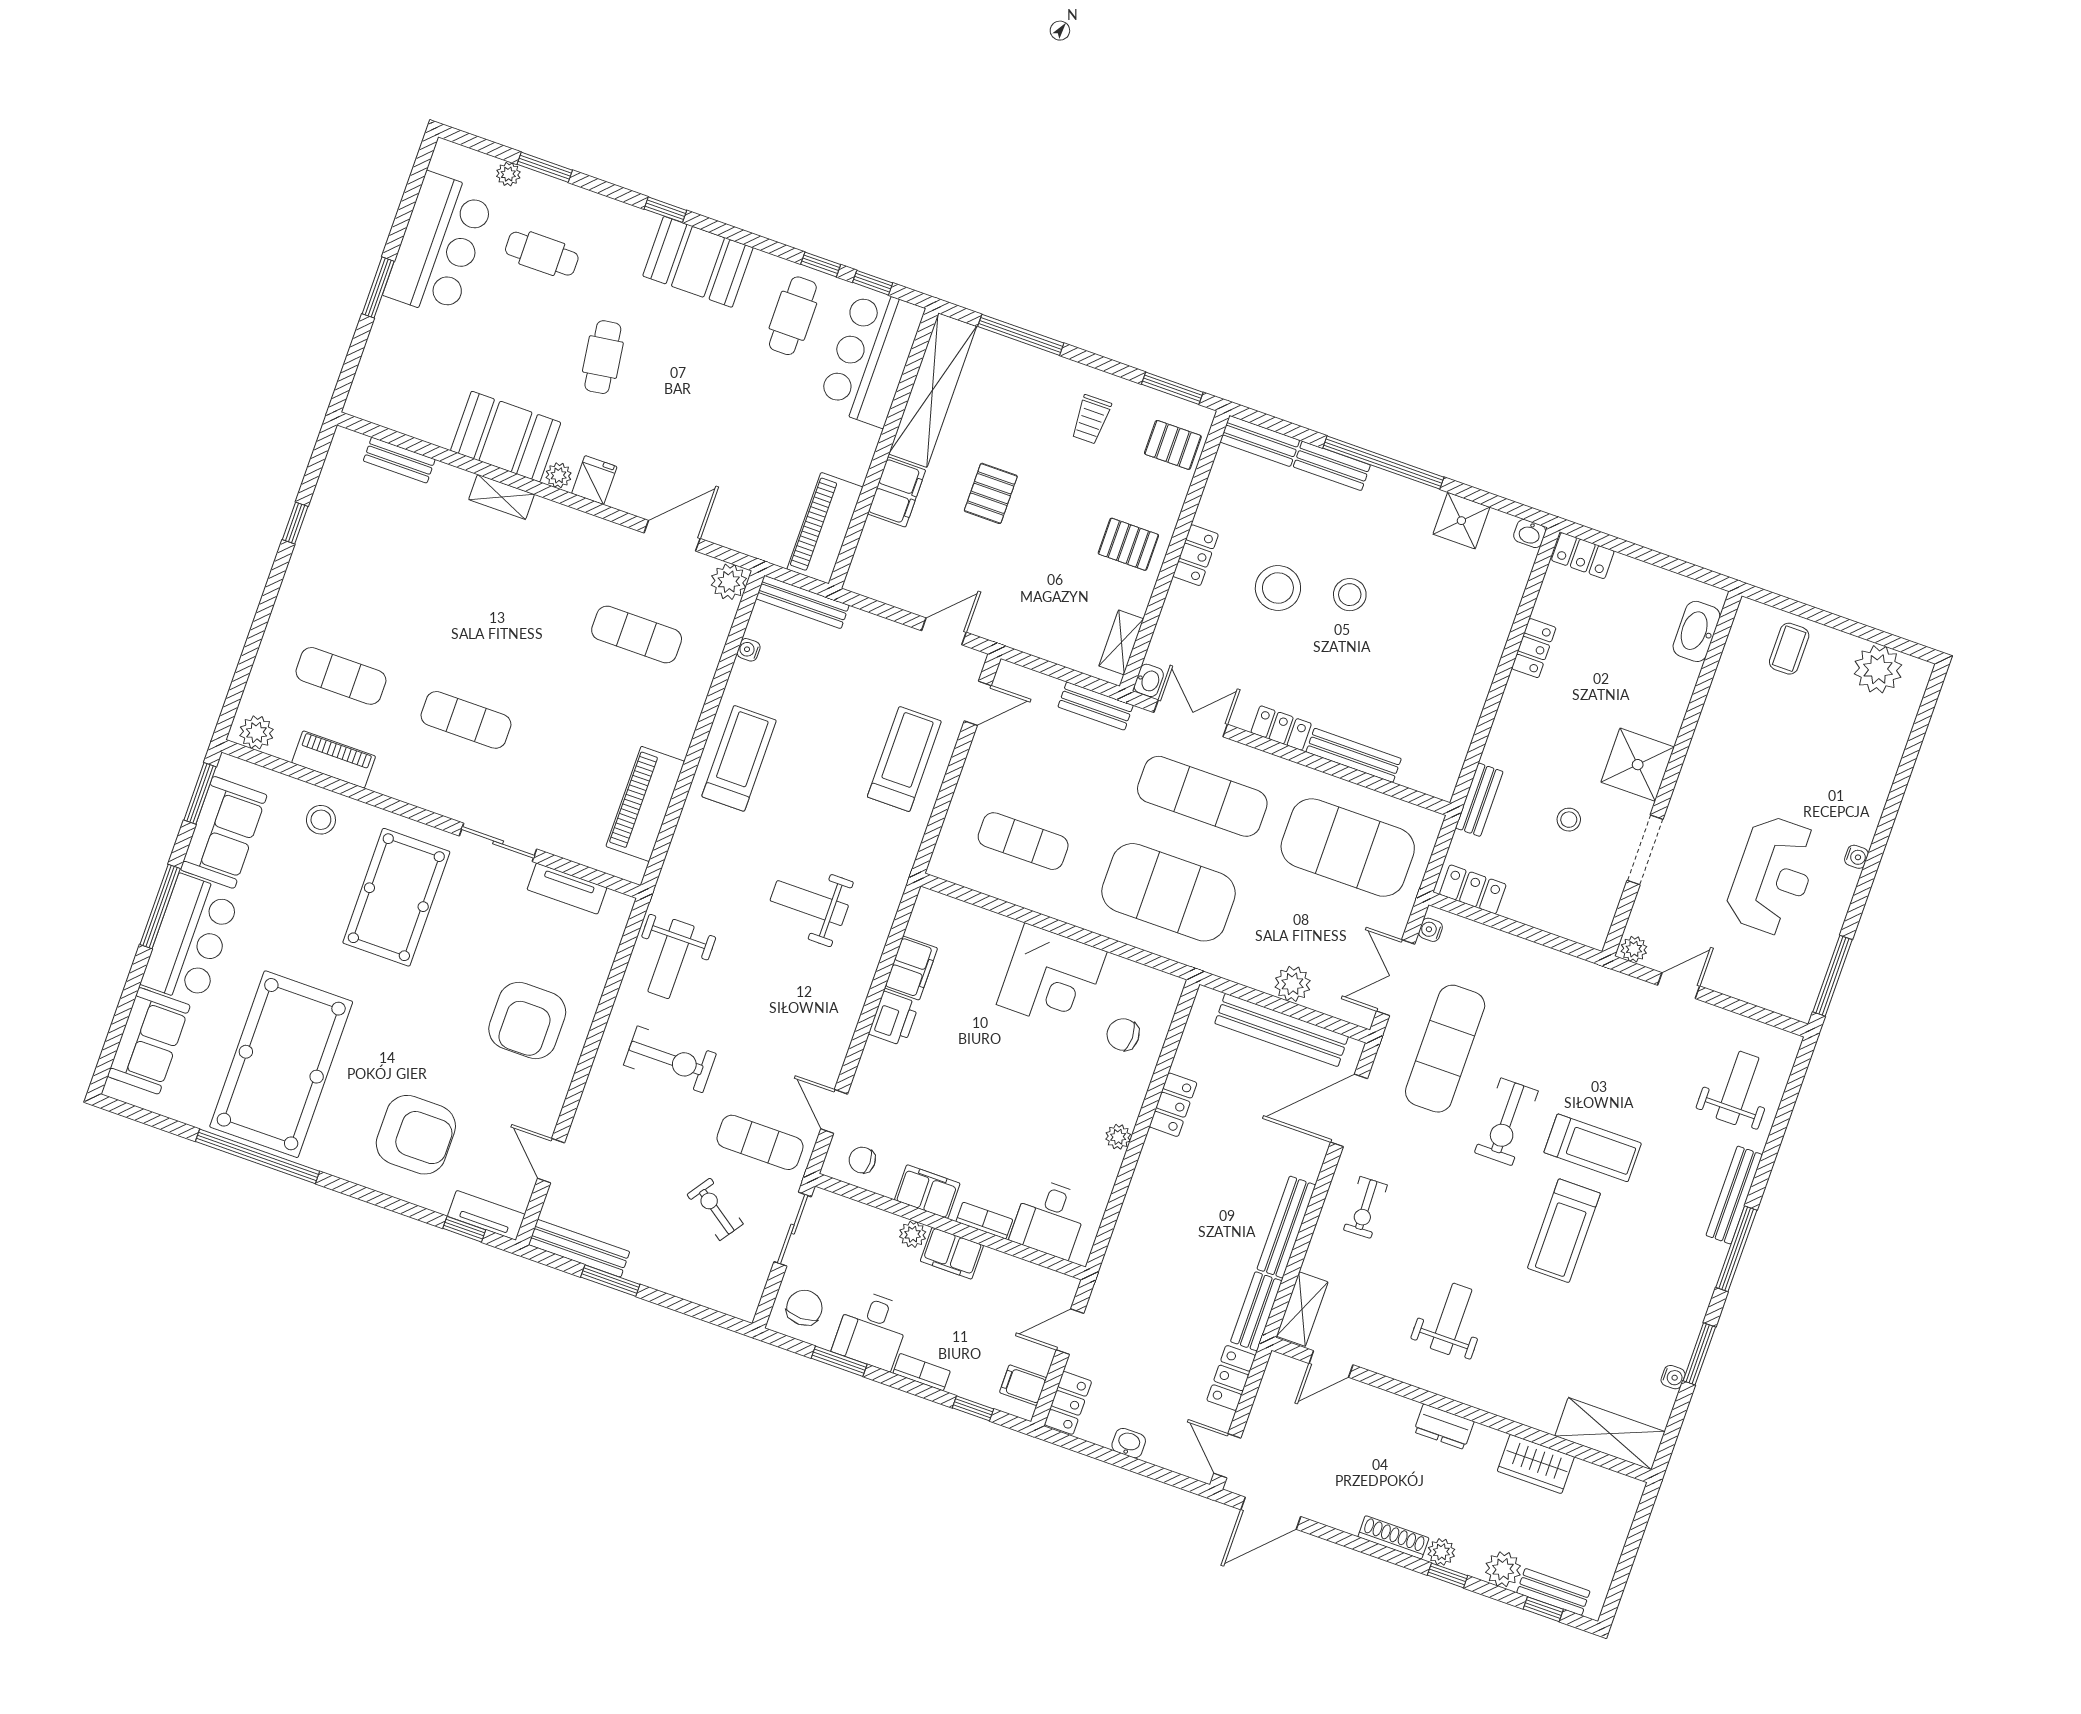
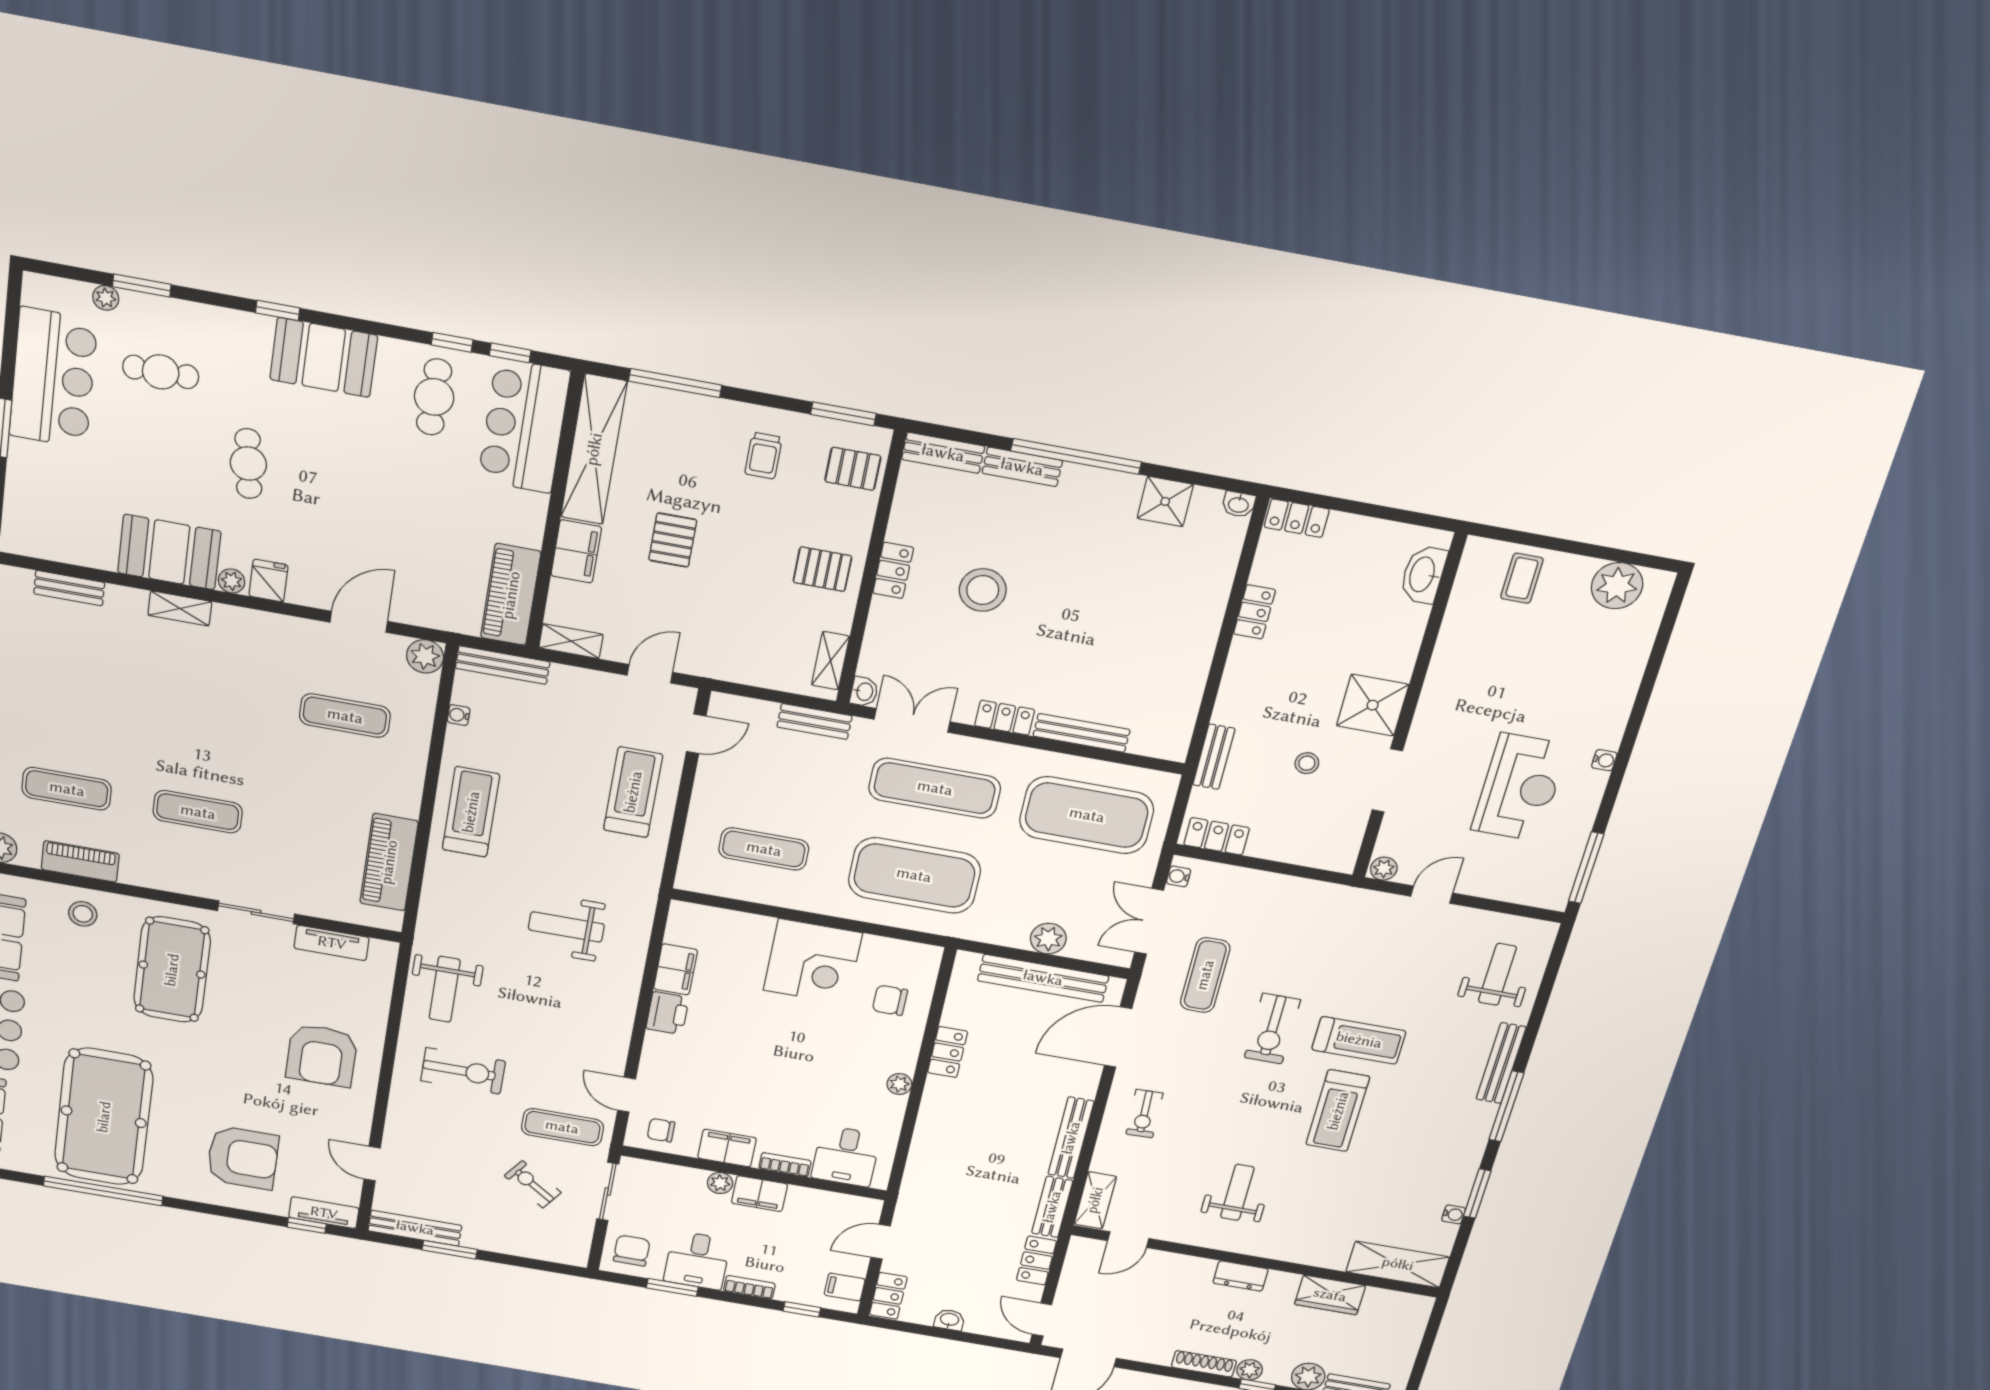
shelving: (874, 586) -> (571, 641), added
stool: (1350, 595) -> (1058, 587), removed
exercise mat: (1445, 1049) -> (1205, 975), width x0.73, depth x0.69

